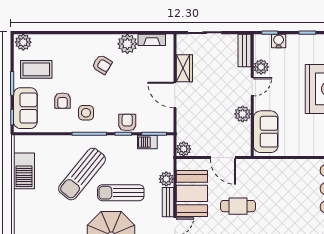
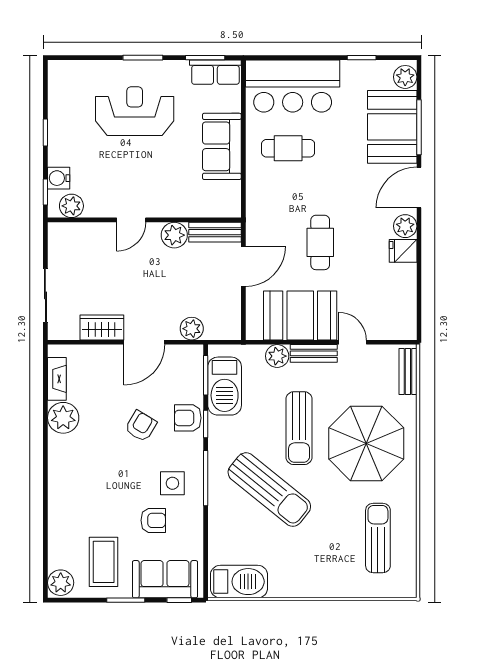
bench: (245, 50) -> (215, 232), moved
armchair: (102, 64) -> (141, 426), moved
plant: (261, 67) -> (71, 206), moved
door: (252, 87) -> (131, 220), swing flipped
sofa: (266, 132) -> (222, 146), moved, turned -90
barbecue: (147, 142) -> (225, 386), width x1.88, depth x1.53
plant: (184, 149) -> (192, 329), moved
barbecue: (24, 171) -> (239, 582), moved
cafe table: (297, 186) -> (288, 148), added

